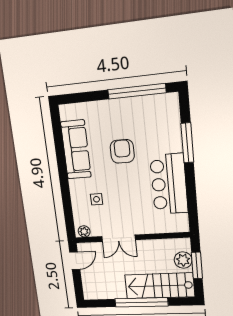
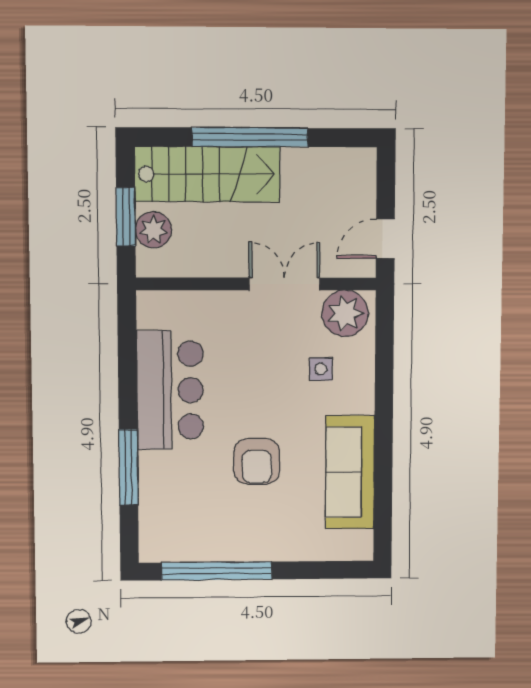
plant: (84, 231) -> (345, 313), width x1.88, depth x1.88

